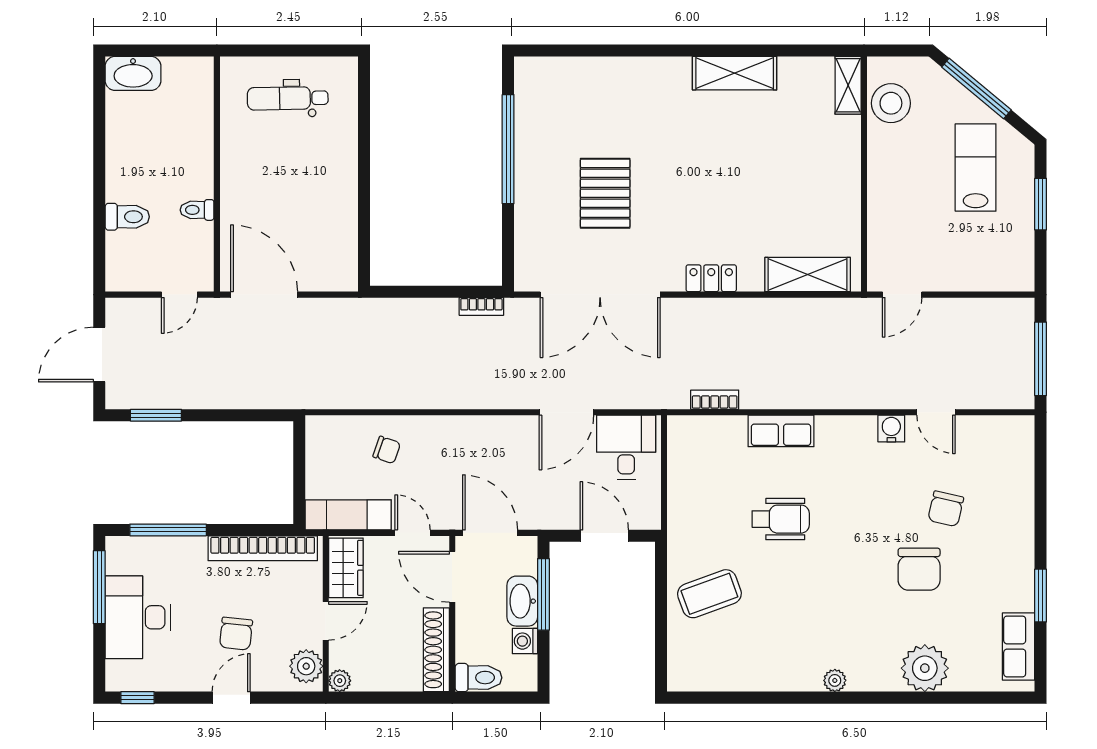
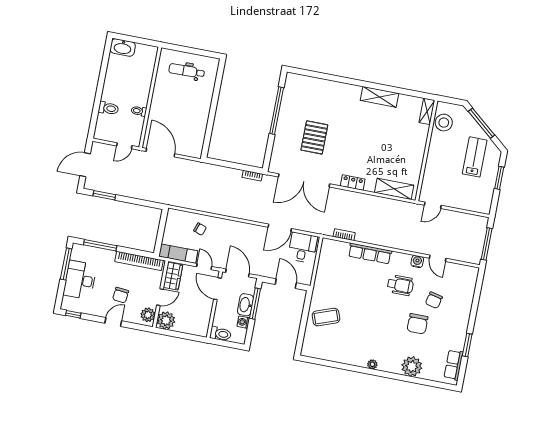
row of seats: (781, 431) -> (370, 253), width x1.48
wheelchair: (781, 519) -> (400, 285), moved
shoe rack: (436, 650) -> (205, 318), removed
plant: (340, 681) -> (166, 320), width x1.87, depth x1.87

